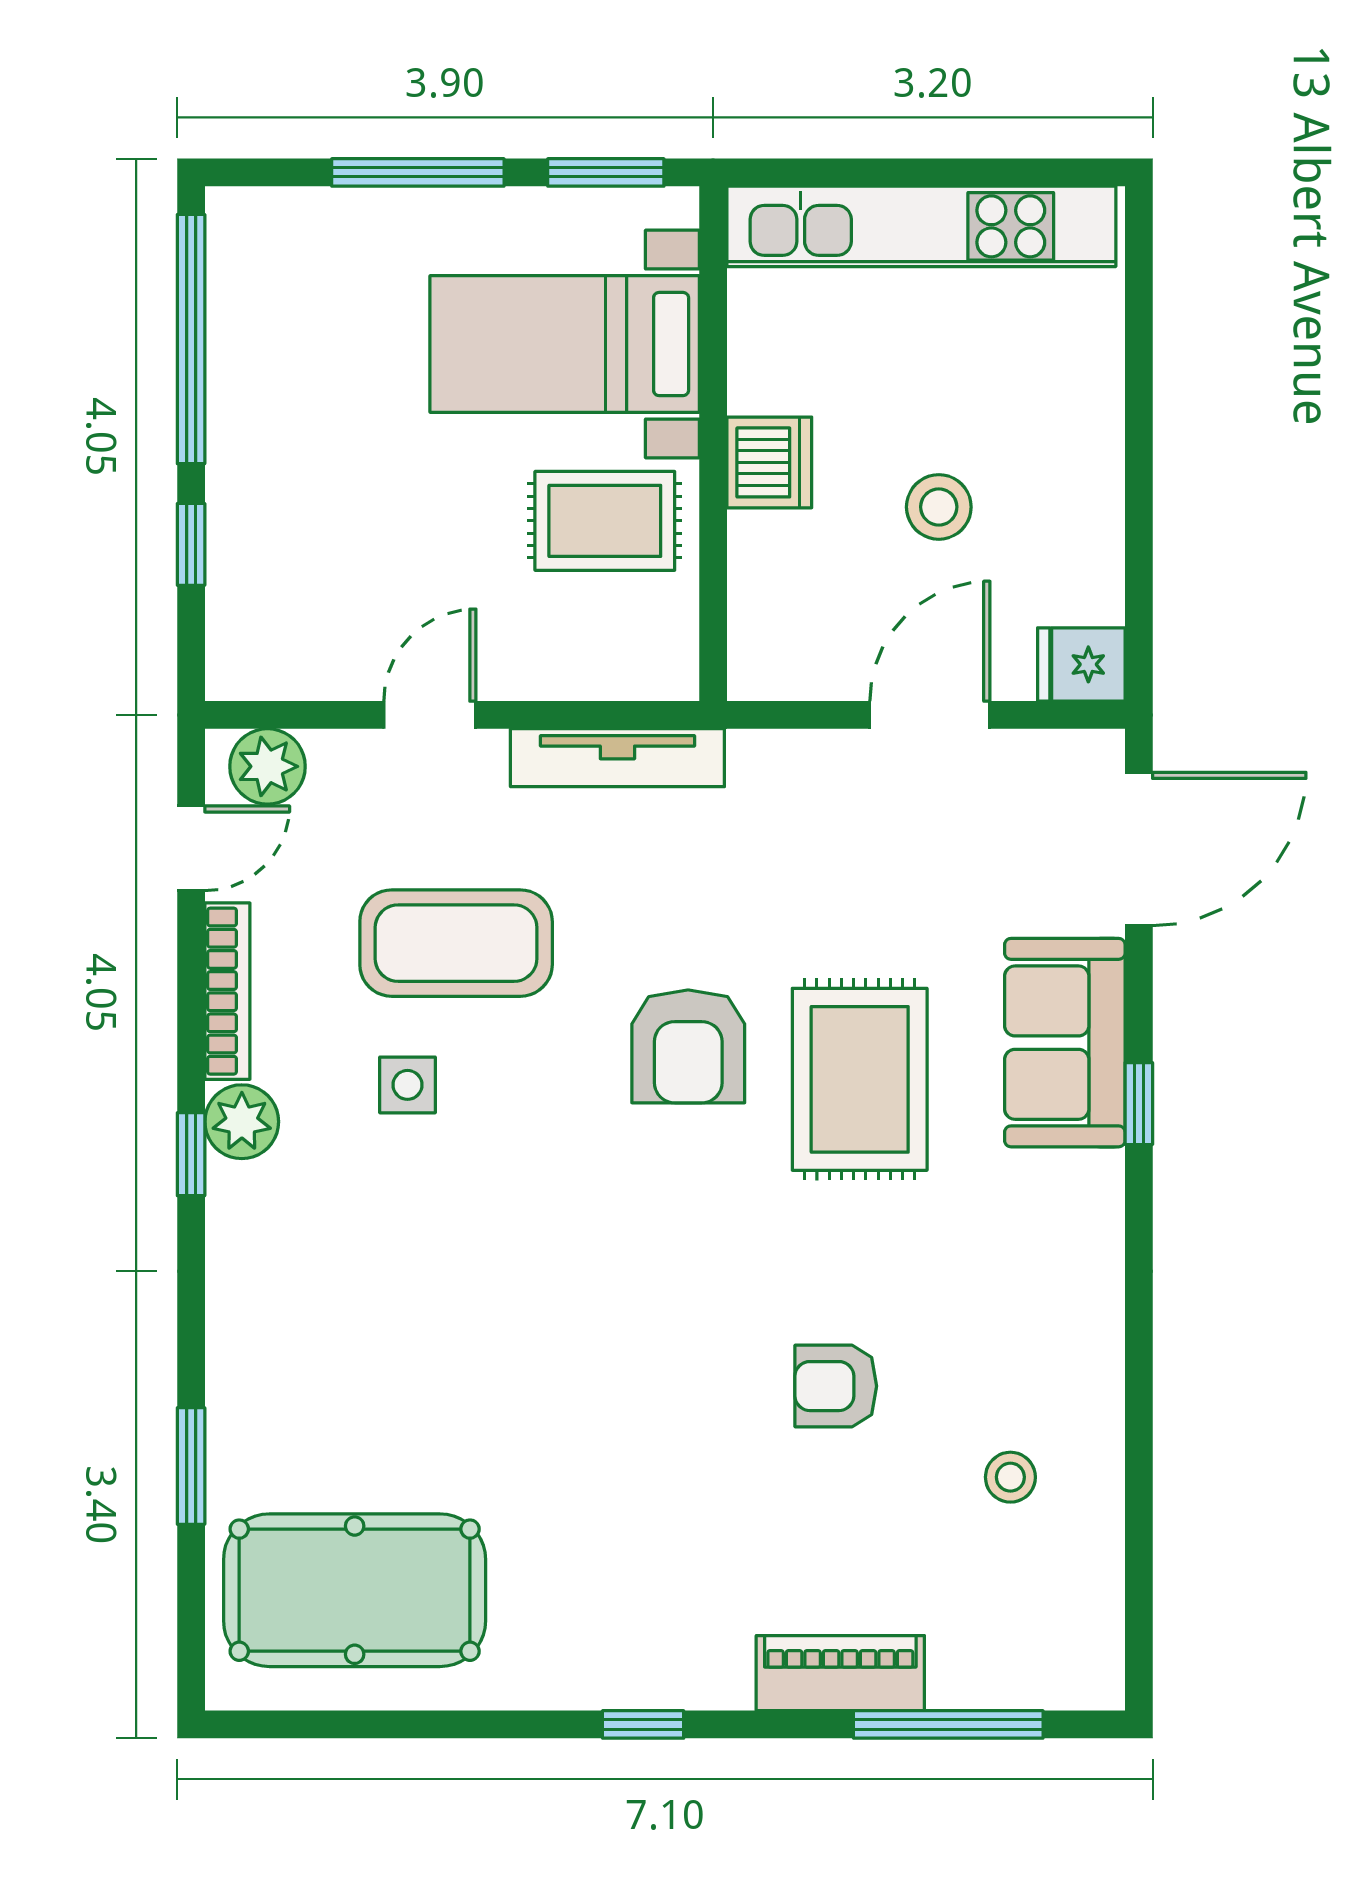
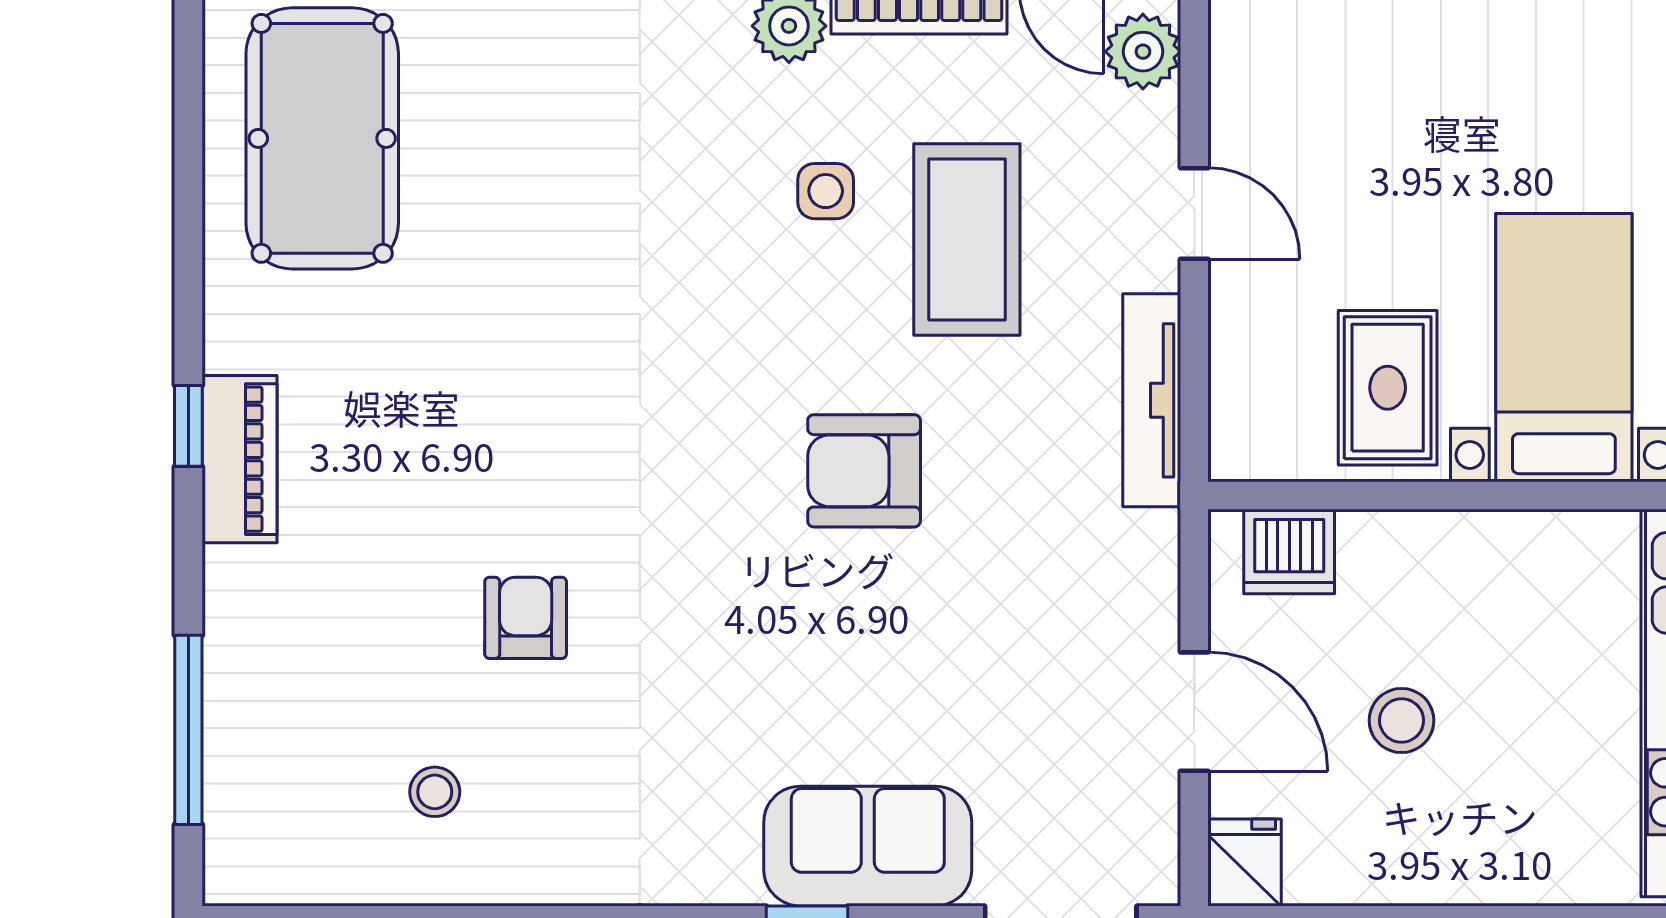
dishwasher: (769, 462) -> (1289, 552), moved
rug: (860, 1079) -> (831, 642), removed
piano: (840, 1673) -> (240, 459), moved

